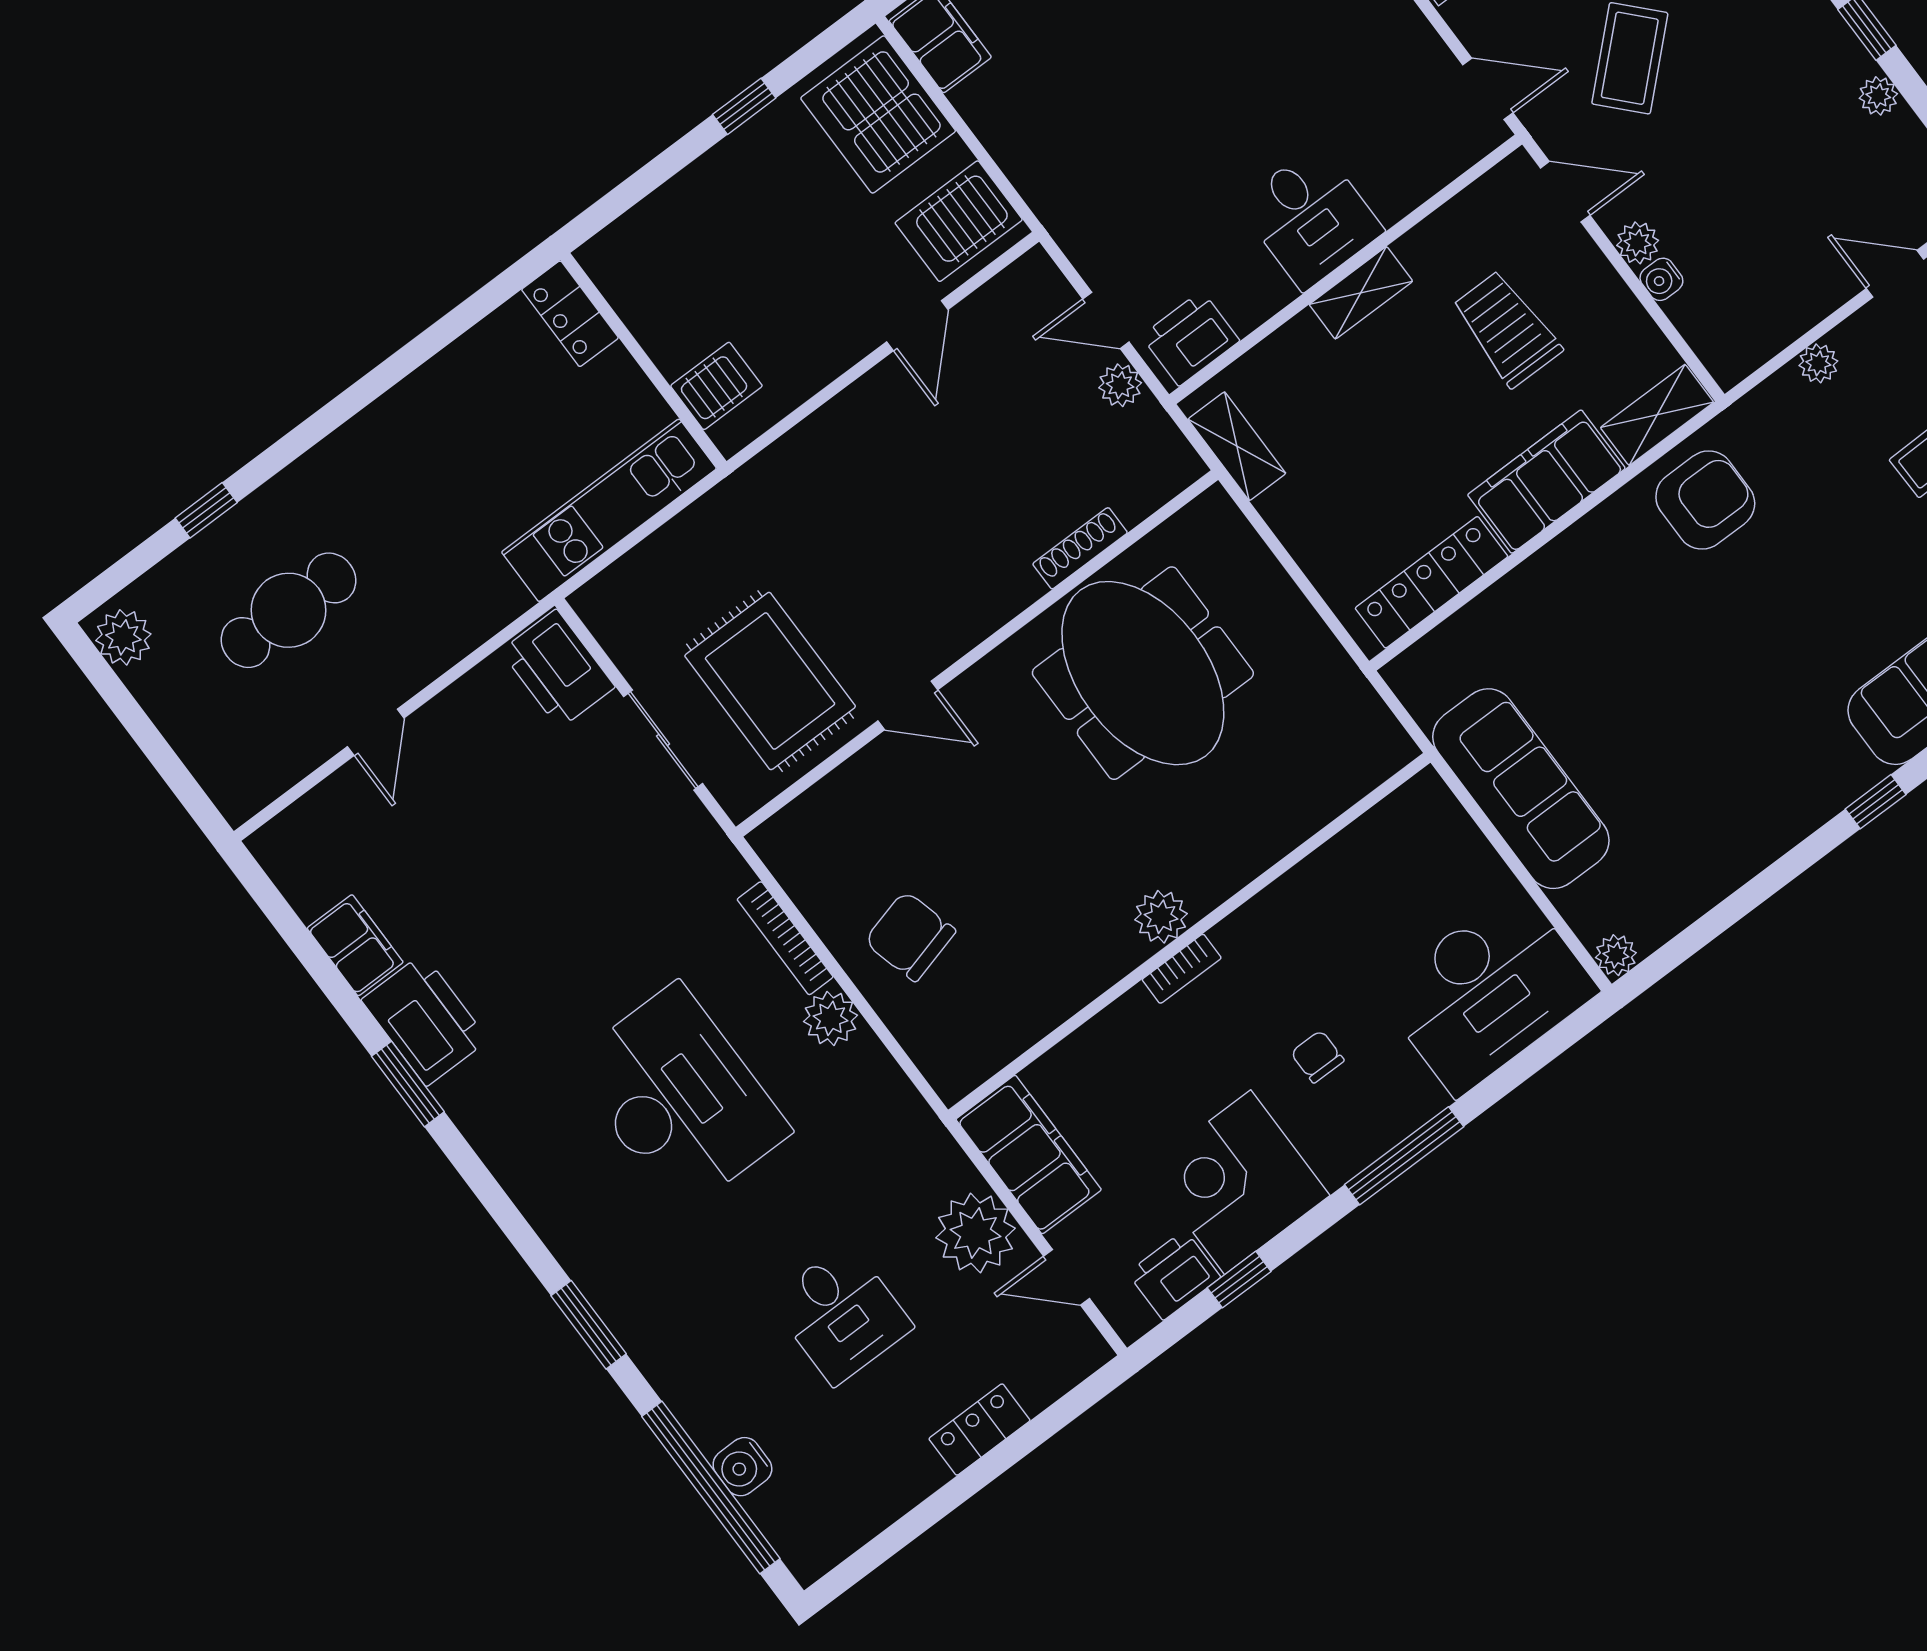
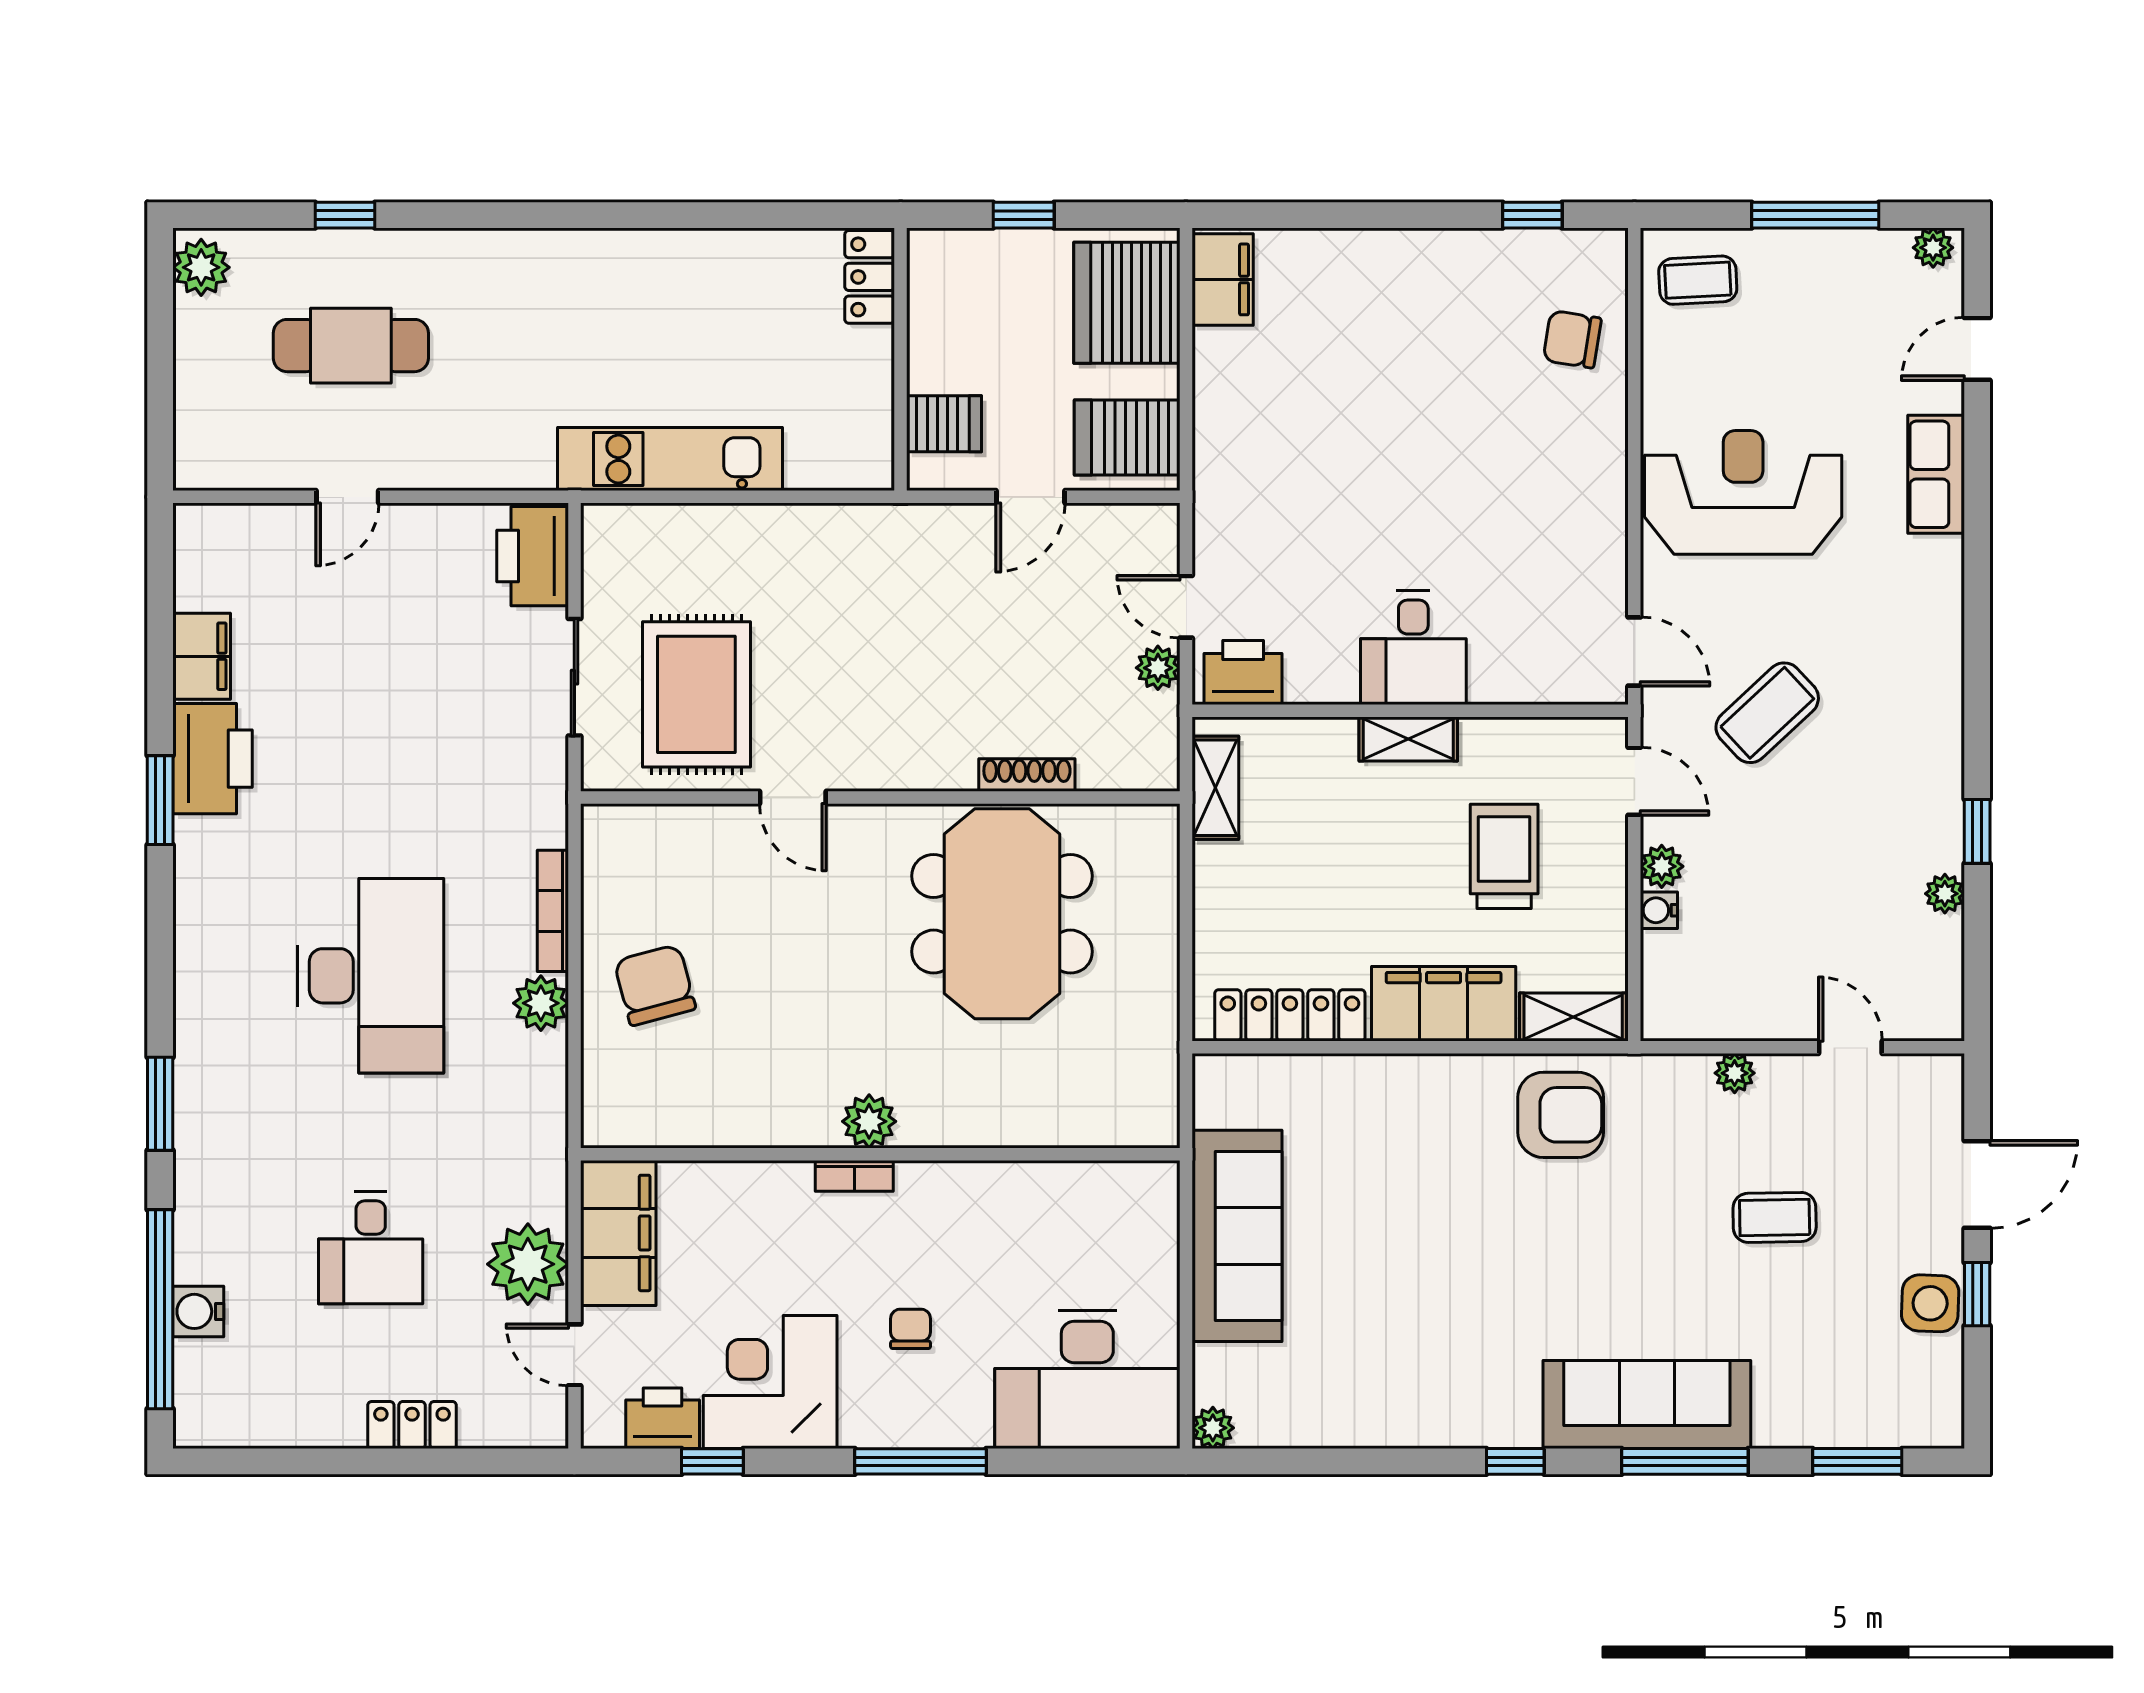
locker: (570, 314) -> (870, 277), moved
wall: (644, 361) -> (901, 359), moved
server rack: (716, 386) -> (944, 424), moved

